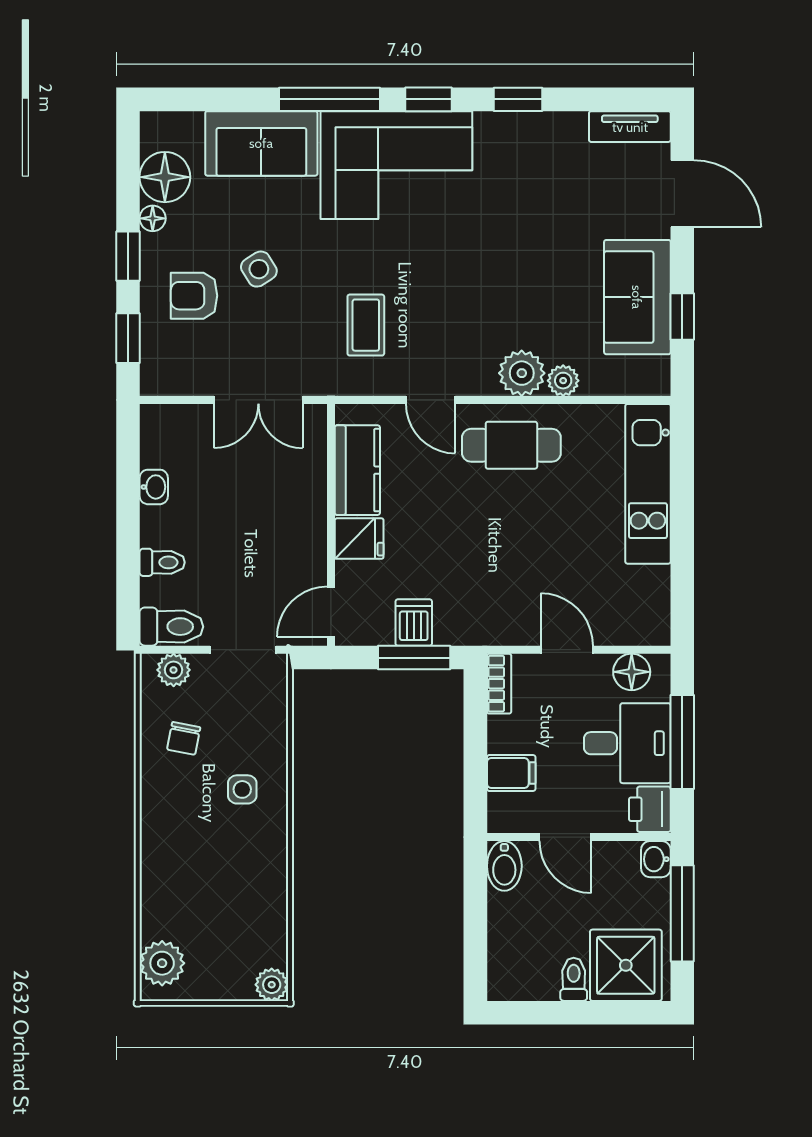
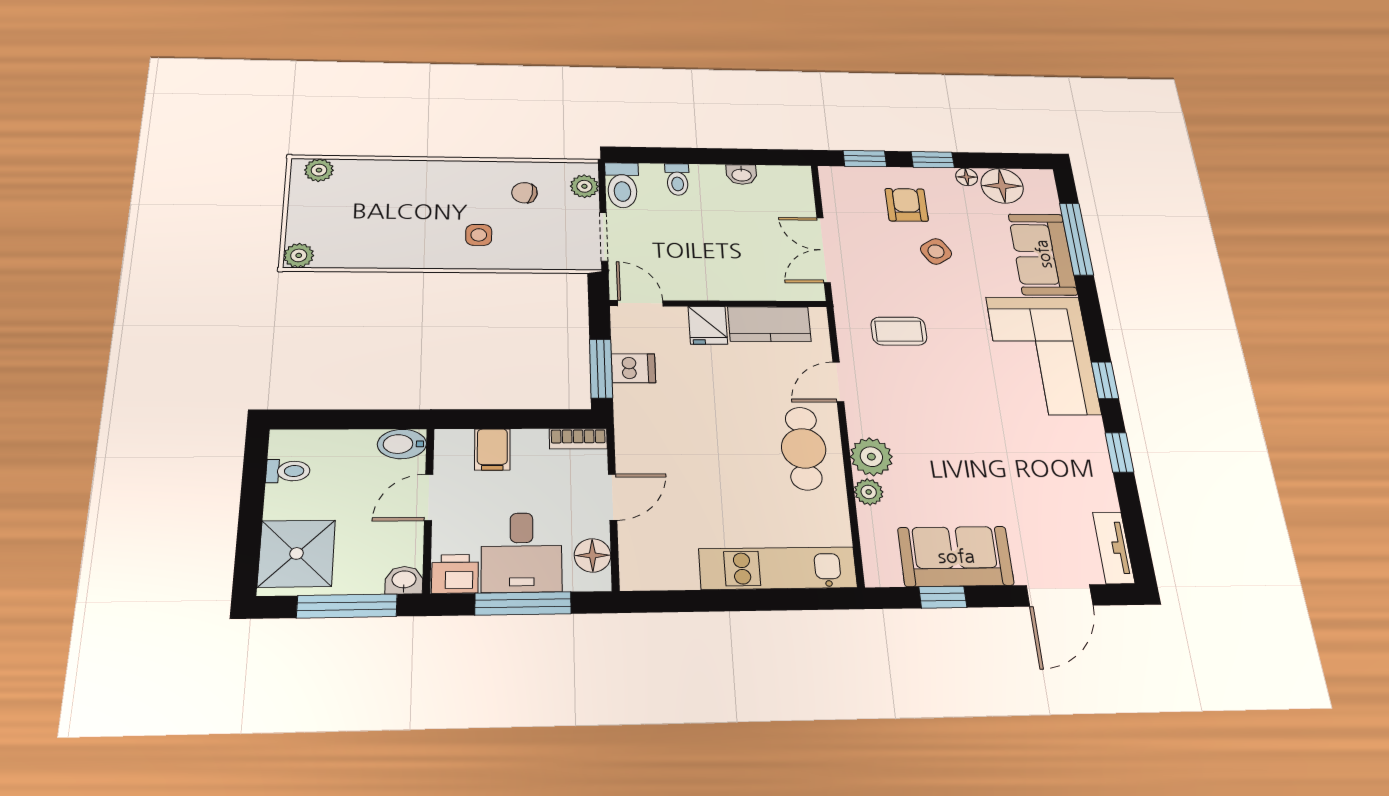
window: (330, 99) -> (1076, 239), moved
plant: (162, 963) -> (319, 170), width x0.73, depth x0.73
toilet: (574, 979) -> (288, 471), moved

